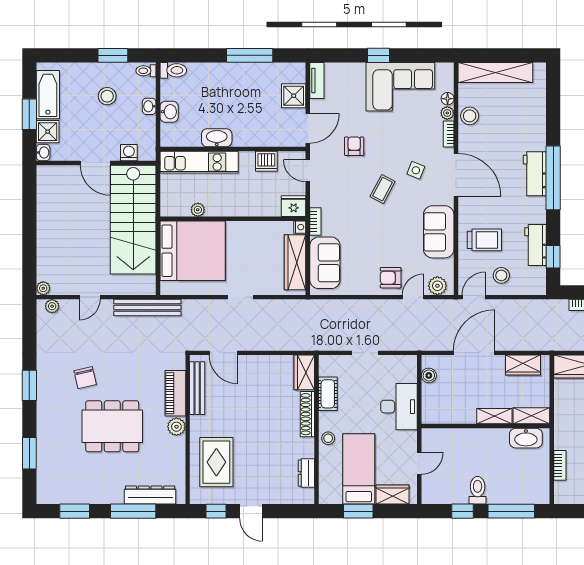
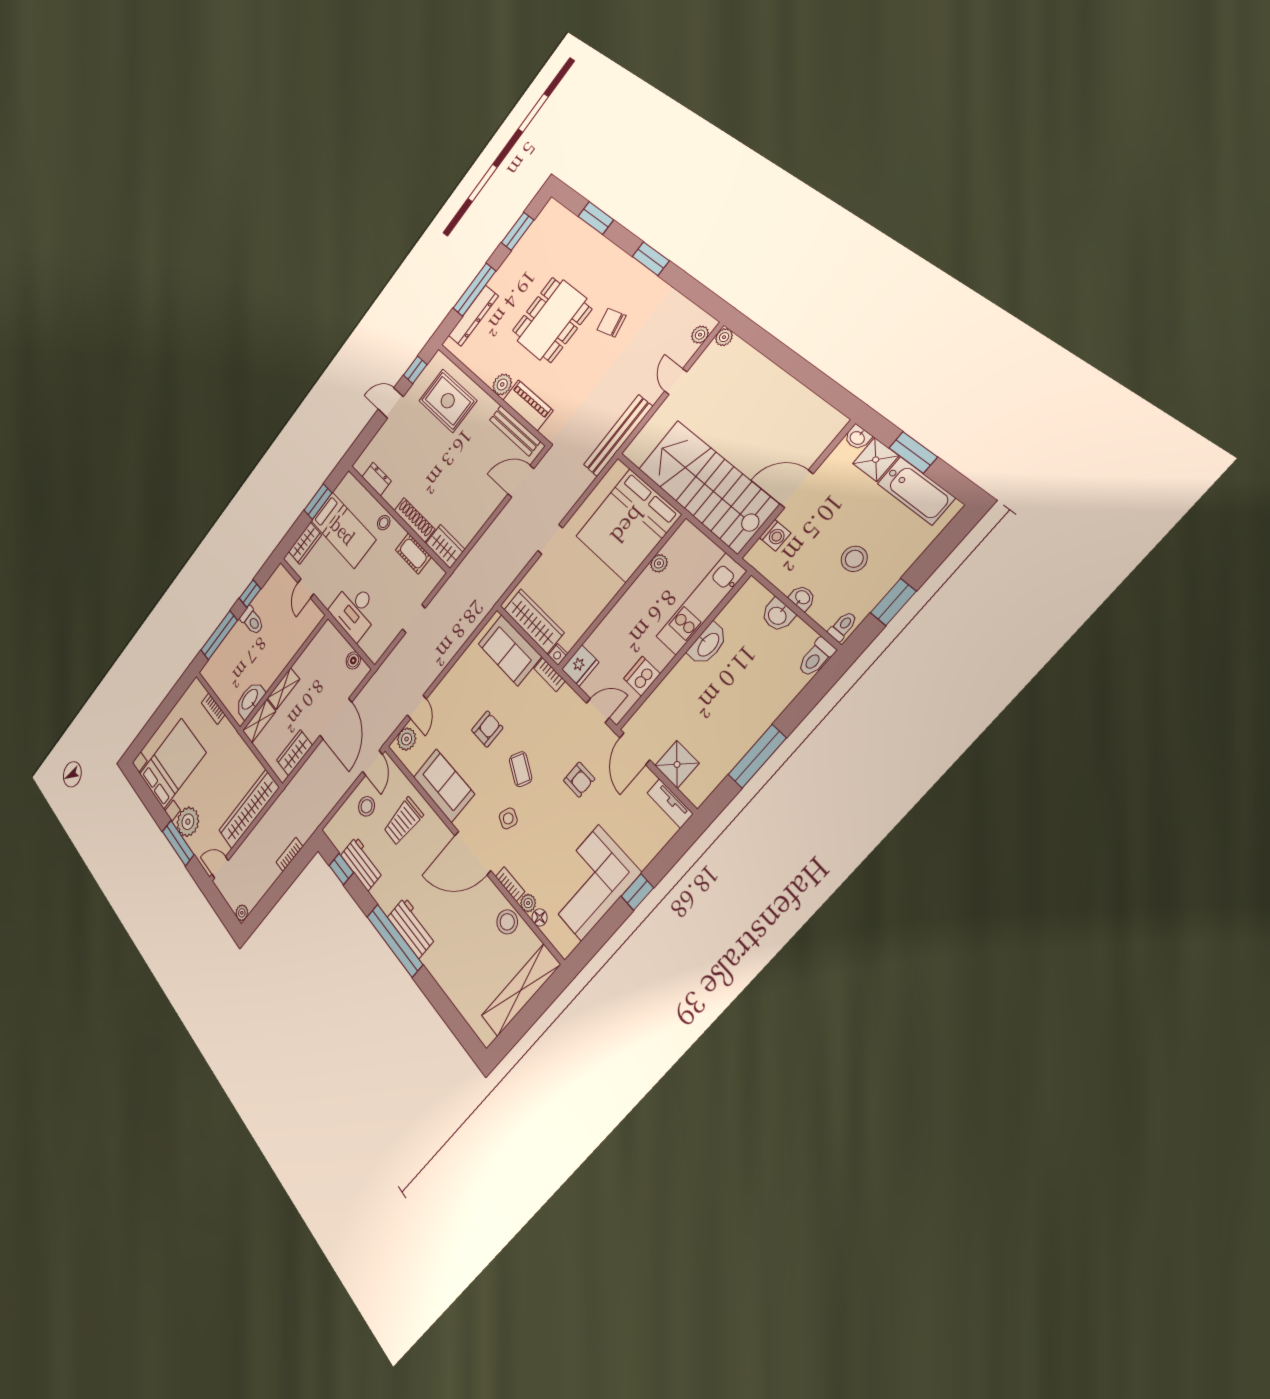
armchair: (391, 278) -> (487, 729), moved

